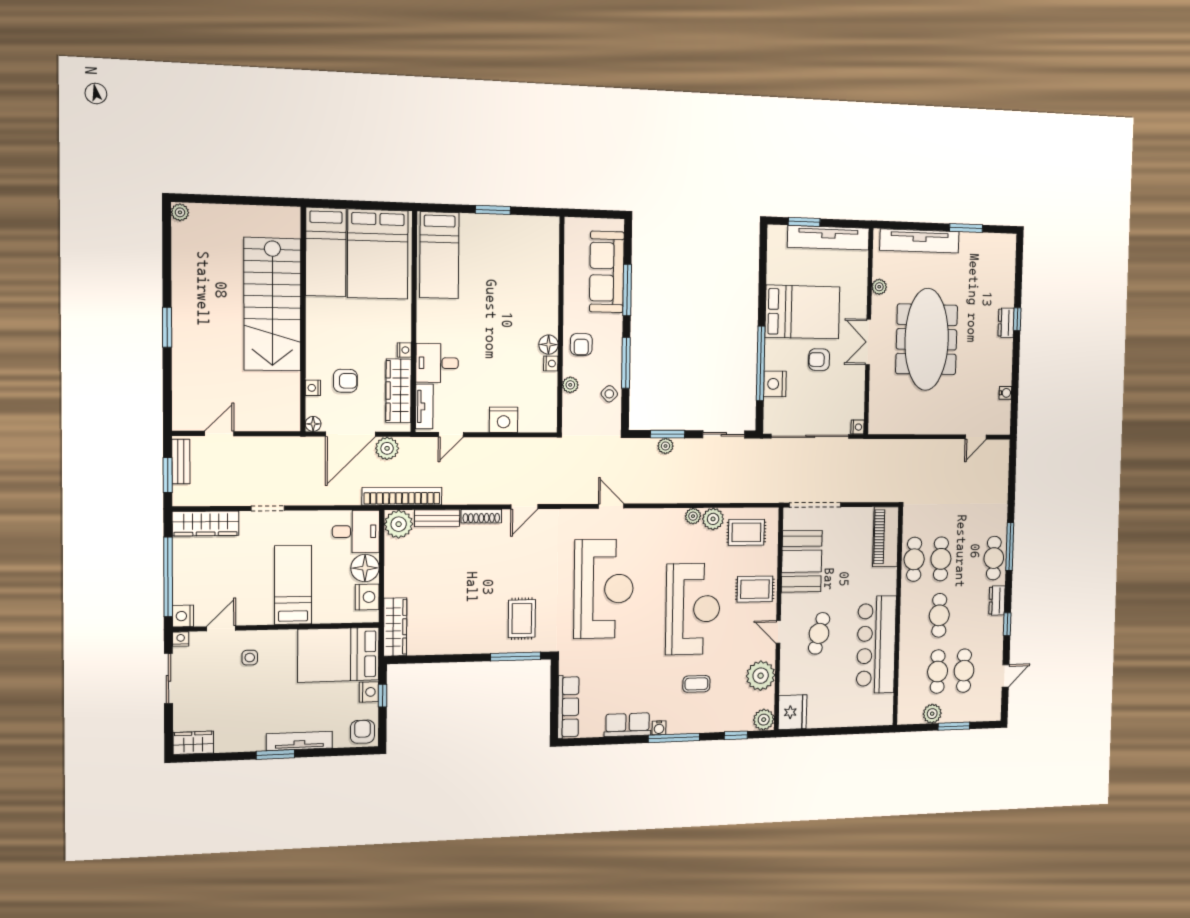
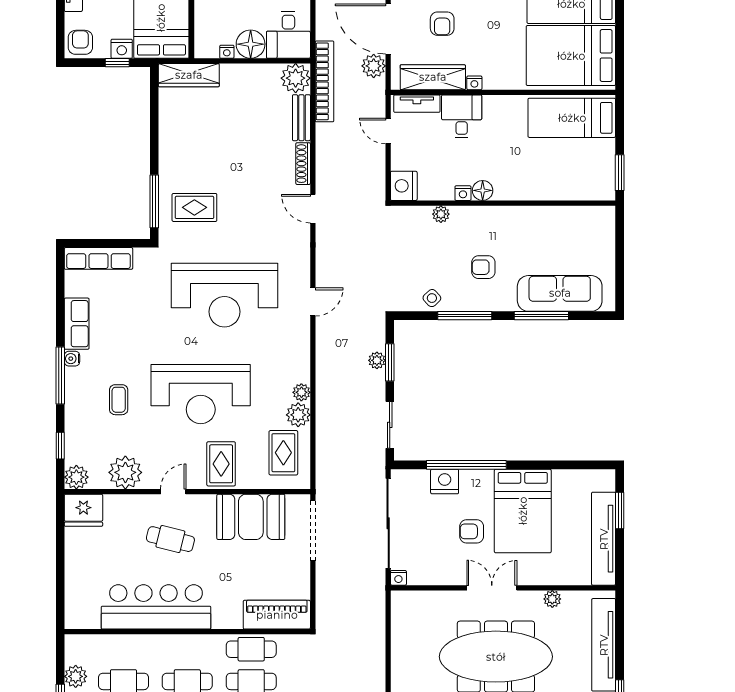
wall: (561, 325) -> (503, 203), moved
floor lamp: (549, 345) -> (483, 190), moved
armchair: (819, 360) -> (472, 531), turned -90
nightstand: (551, 363) -> (463, 193), moved
plant: (570, 385) -> (441, 214), moved
nightstand: (367, 597) -> (227, 52), width x0.53, depth x0.56
armchair: (362, 732) -> (80, 42), turned -90

